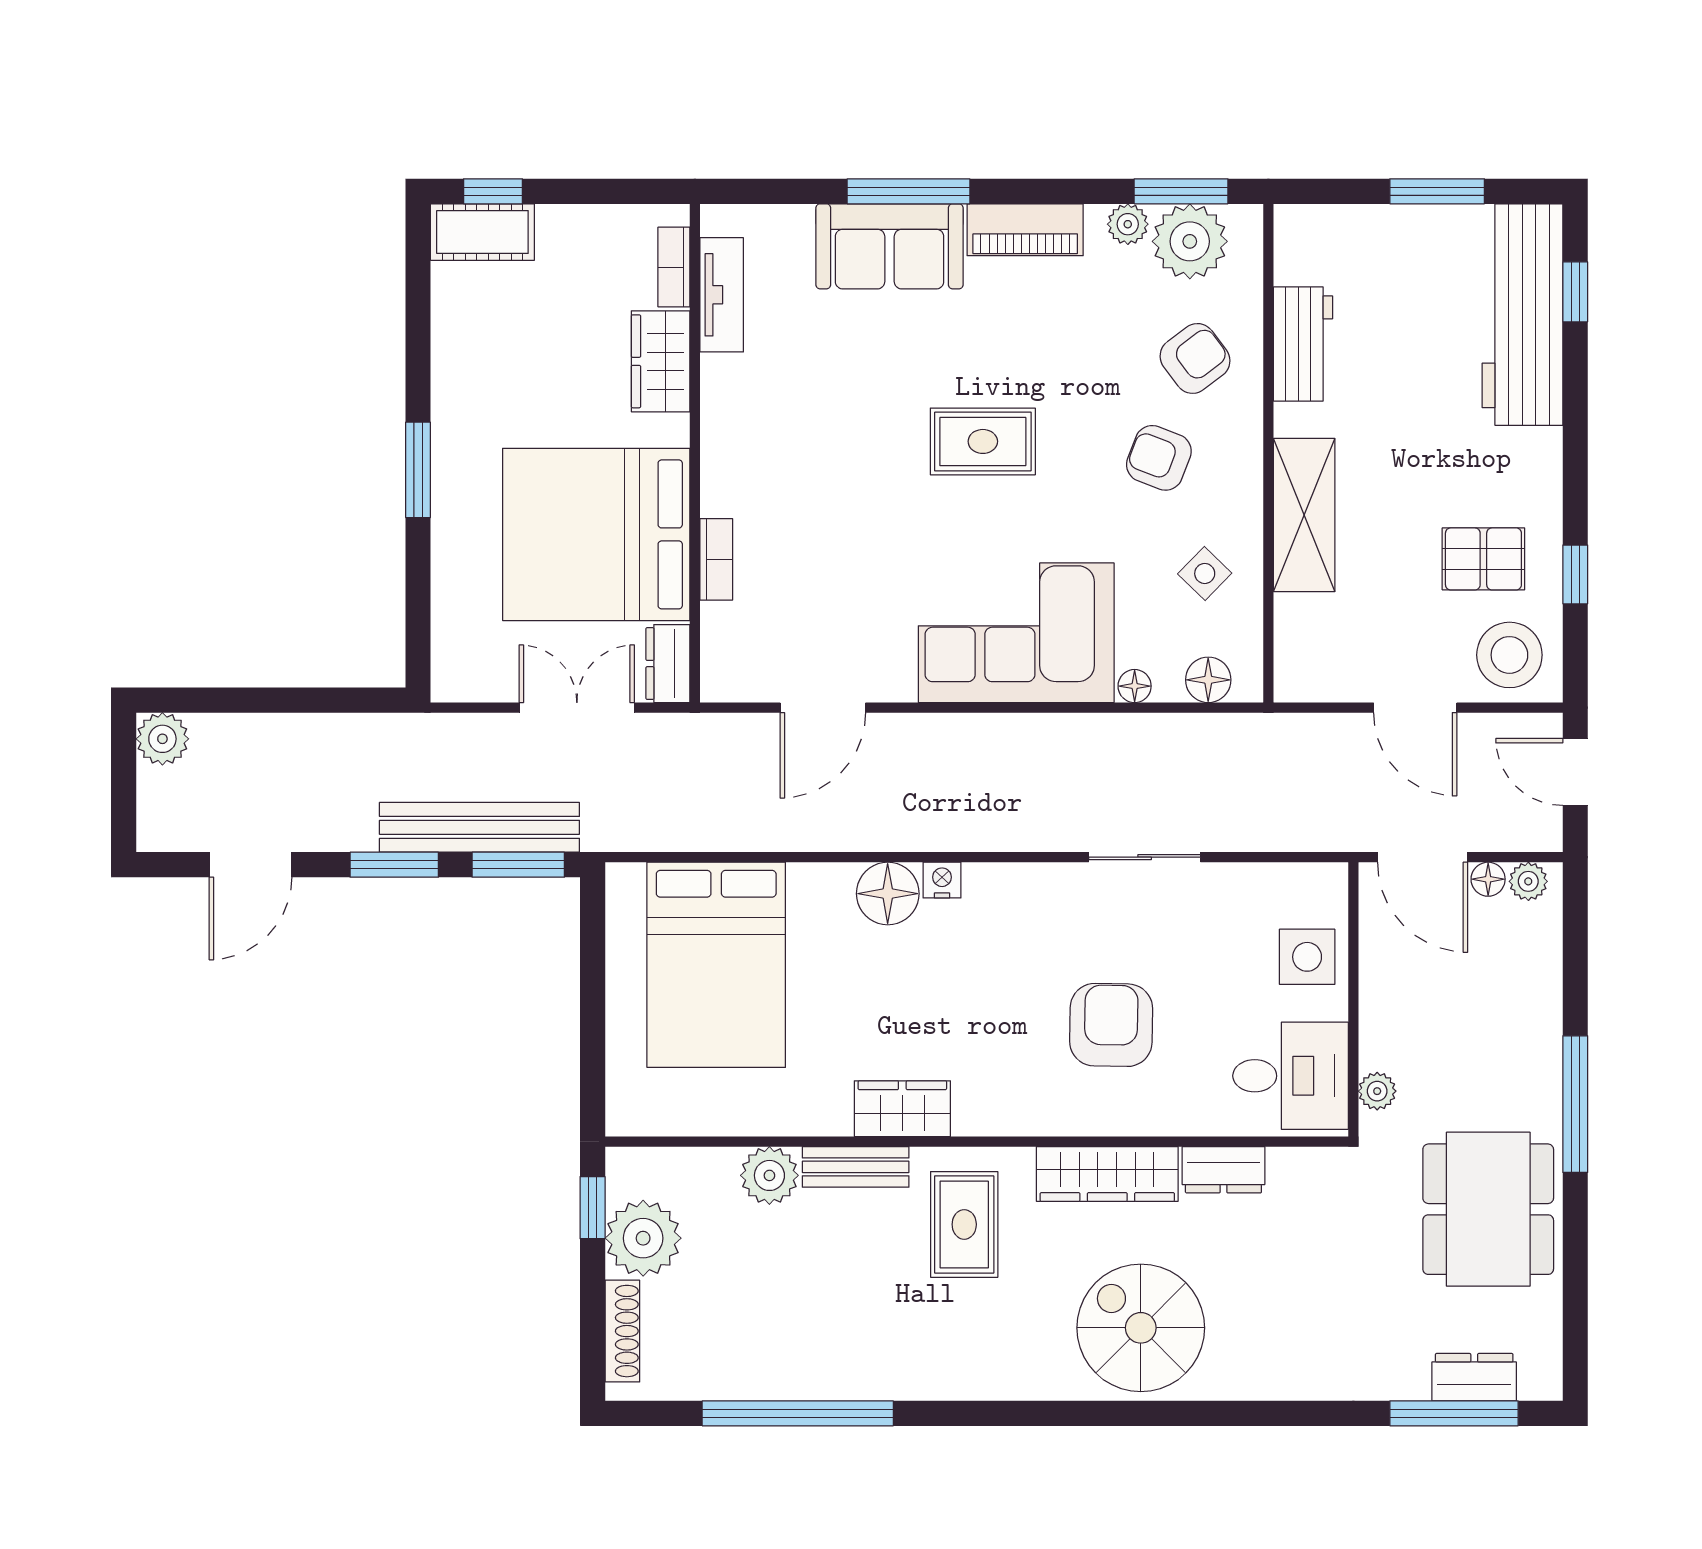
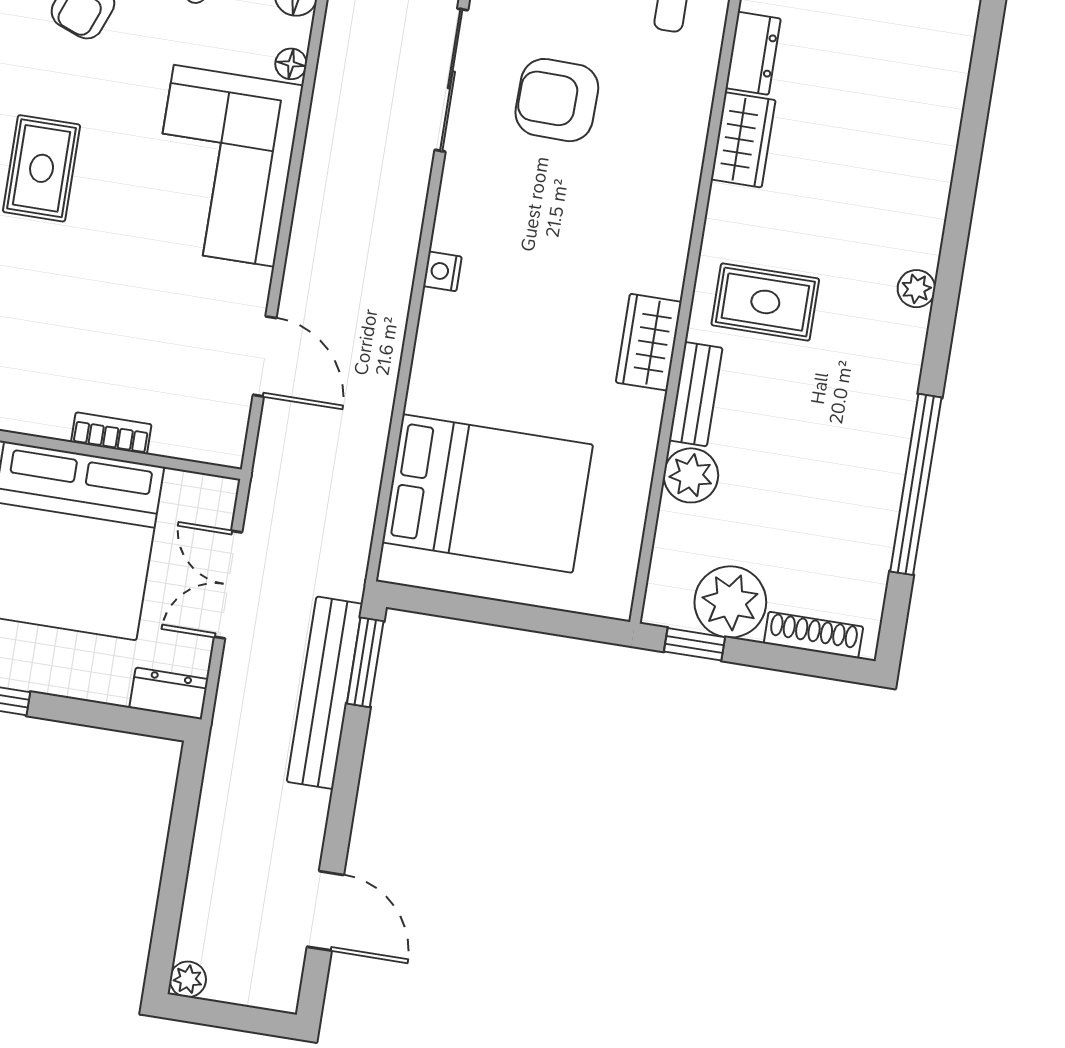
dresser: (668, 664) -> (169, 693), moved, turned 180
plant: (162, 739) -> (188, 979), width x0.73, depth x0.73
sliding door: (1145, 857) -> (451, 80), width x1.37
window: (394, 865) -> (347, 777), removed
floor lamp: (888, 894) -> (447, 324), removed
armchair: (1111, 1025) -> (557, 100), moved
wardrobe: (1107, 1174) -> (743, 140), width x0.67
spiral stairs: (1141, 1328) -> (887, 154), removed
plant: (1004, 1381) -> (916, 289), added

